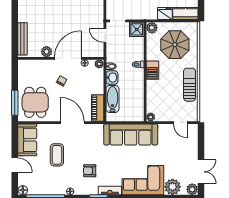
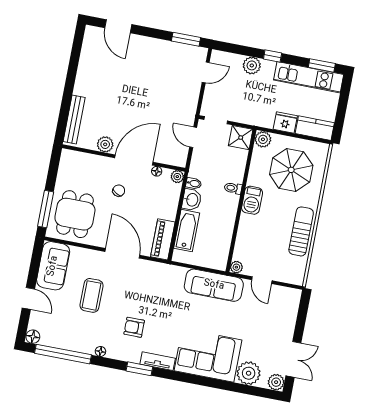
door: (180, 123) -> (262, 280), moved
sofa: (131, 134) -> (214, 285), width x0.74, depth x0.79

